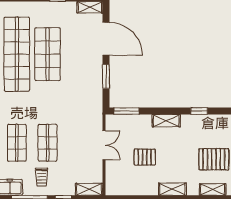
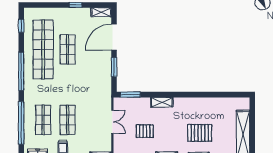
door: (106, 39) -> (114, 37), swing flipped
shop shelf: (48, 54) -> (68, 49), width x0.70, depth x0.74
window: (199, 111) -> (188, 95), removed

